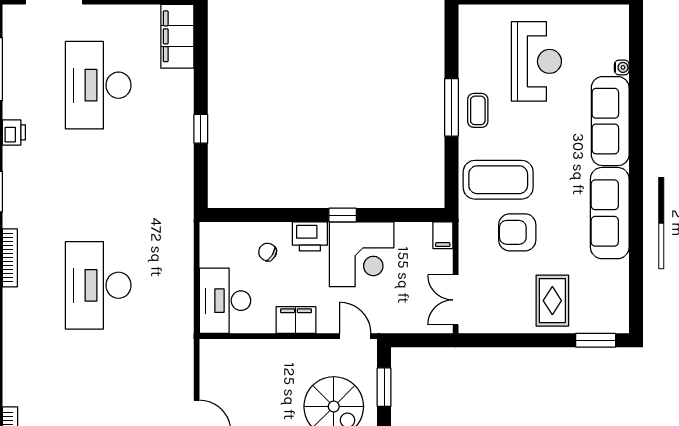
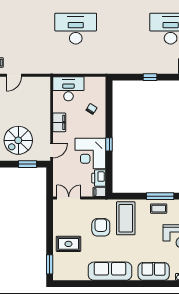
sofa: (610, 121) -> (154, 271), width x0.73
printer: (310, 236) -> (99, 178), moved

